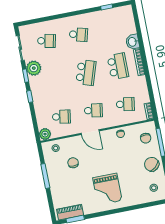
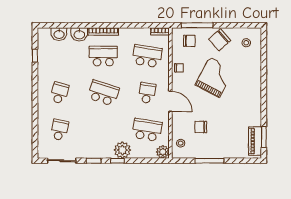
washbasin: (129, 24) -> (59, 34), added
plant: (34, 68) -> (122, 150), moved
school desk: (125, 104) -> (147, 56), width x1.85
school desk: (61, 117) -> (147, 130), width x1.85
door: (90, 132) -> (170, 101), hinge flipped
grand piano: (107, 189) -> (215, 77), moved, turned -62

